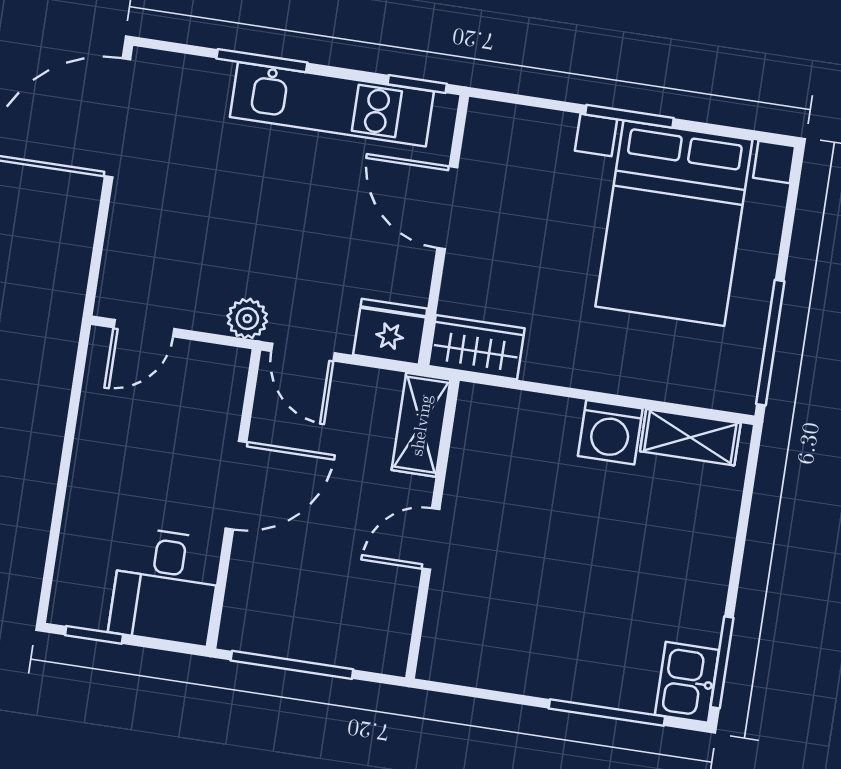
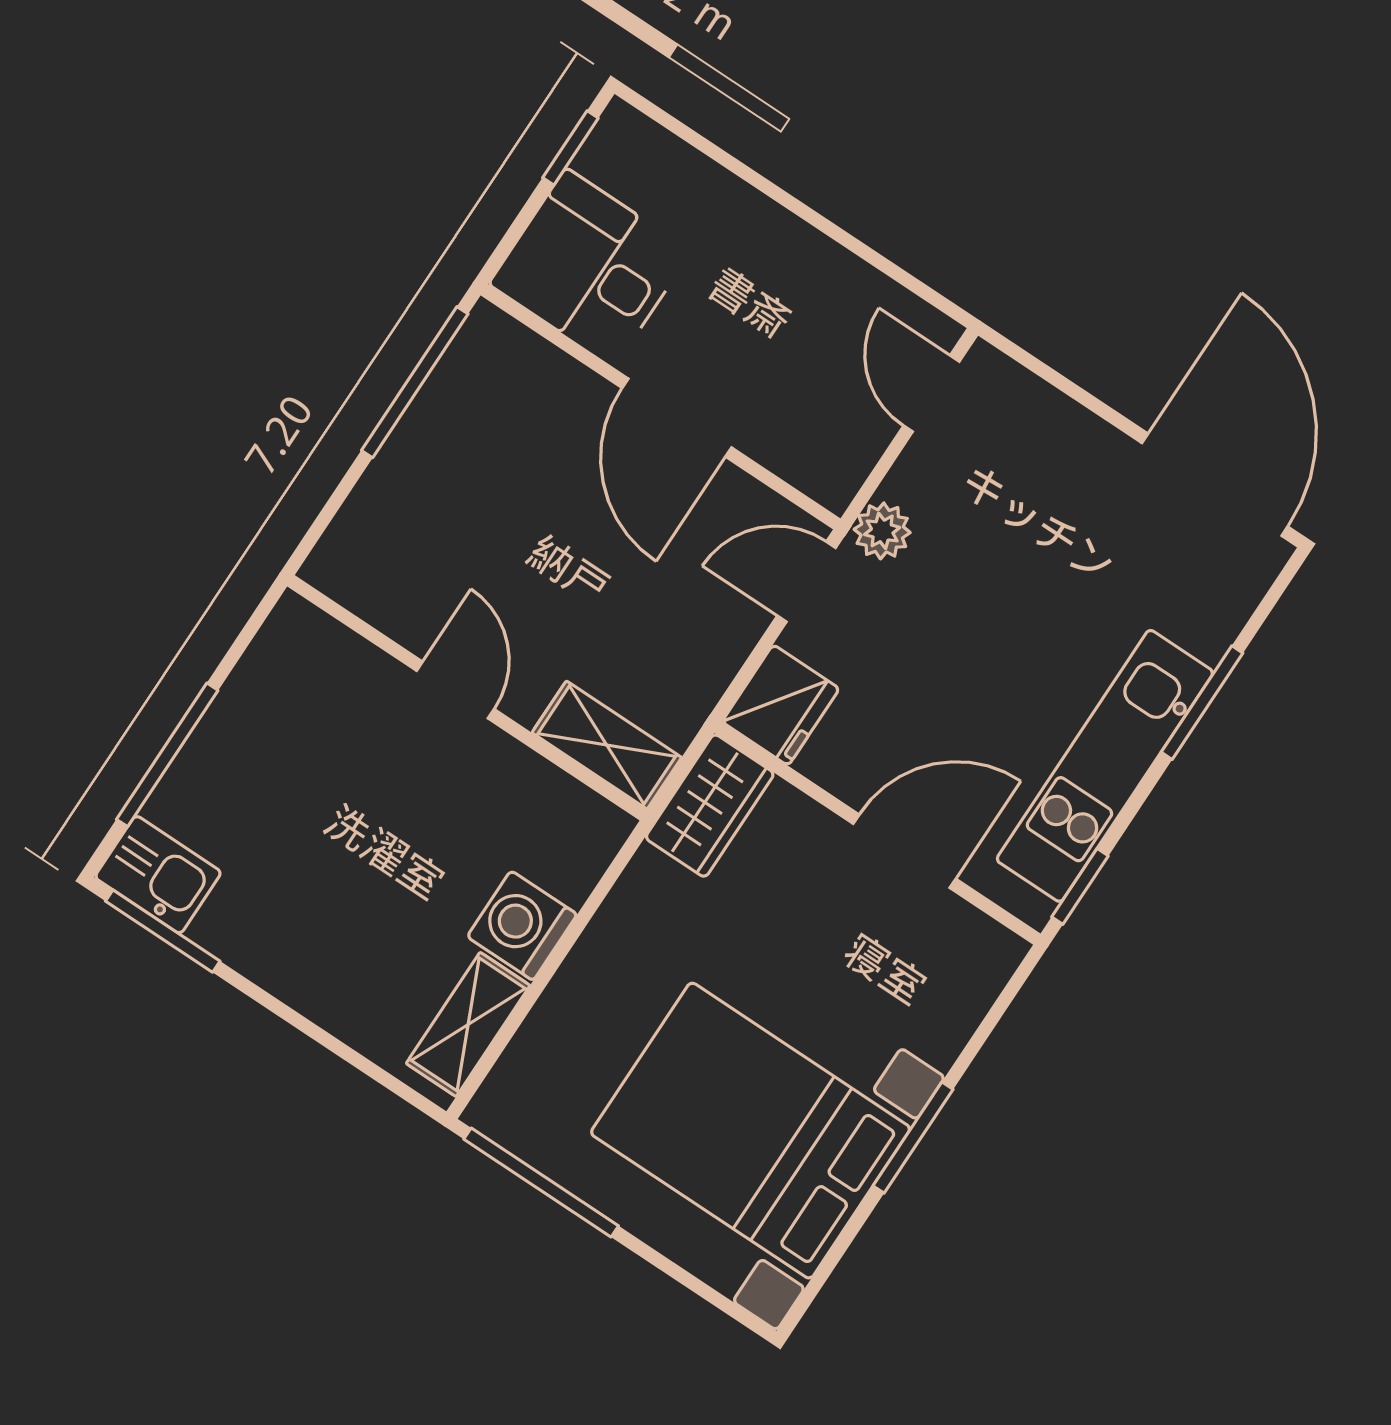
shelving: (421, 425) -> (607, 745), moved
wall: (433, 529) -> (467, 698), moved
door: (431, 539) -> (455, 690), moved

